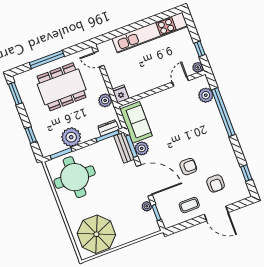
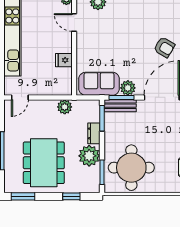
dining table: (62, 87) -> (44, 163), moved
fridge: (121, 94) -> (64, 60), moved
dresser: (108, 128) -> (94, 133), moved
armchair: (188, 167) -> (164, 47), turned 121

